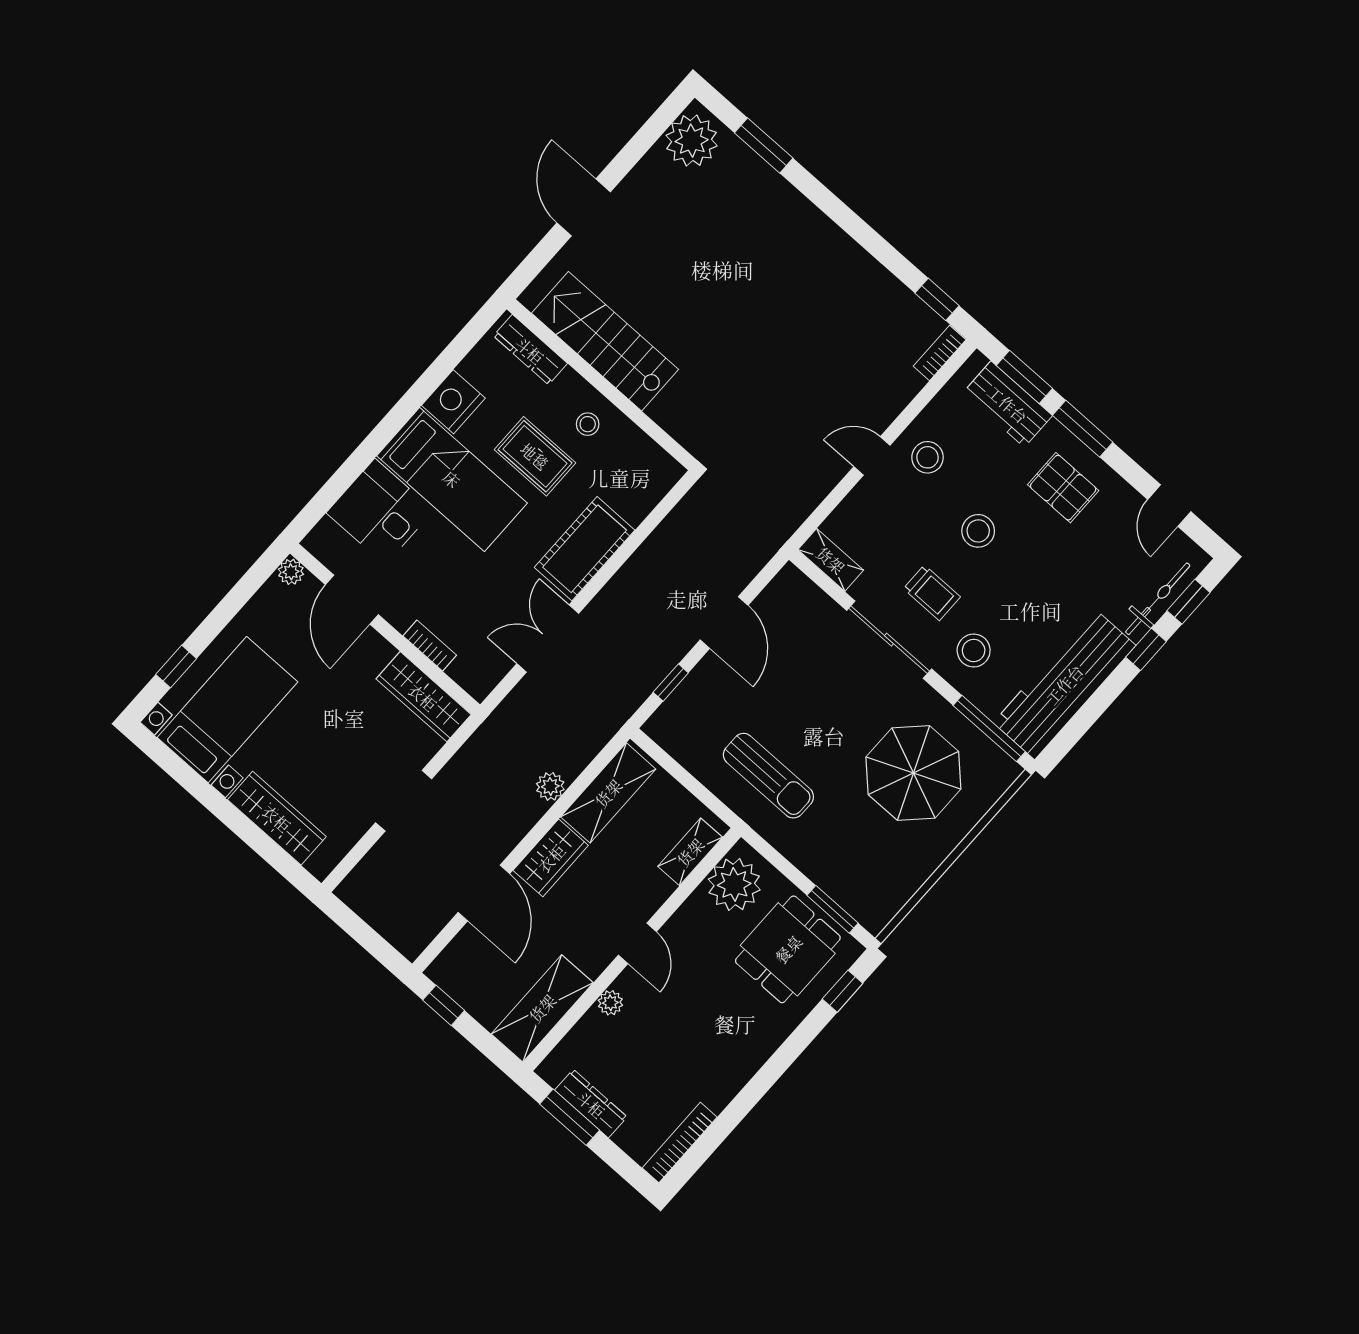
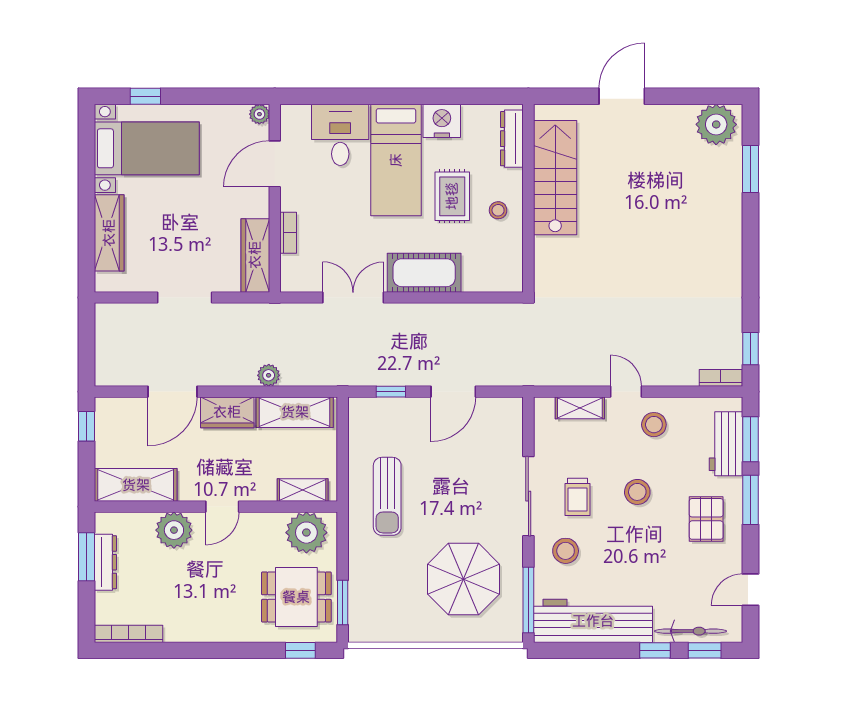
shelving: (831, 560) -> (580, 408), moved, turned 90
plant: (610, 1003) -> (174, 530), width x1.88, depth x1.88

